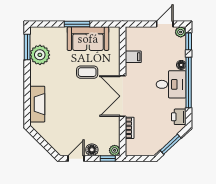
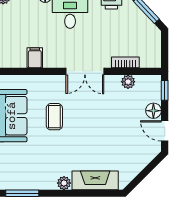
plant: (40, 55) -> (64, 183), moved, width x0.53, depth x0.53
double door: (123, 96) -> (85, 71), width x0.73
plant: (115, 150) -> (128, 82), moved

